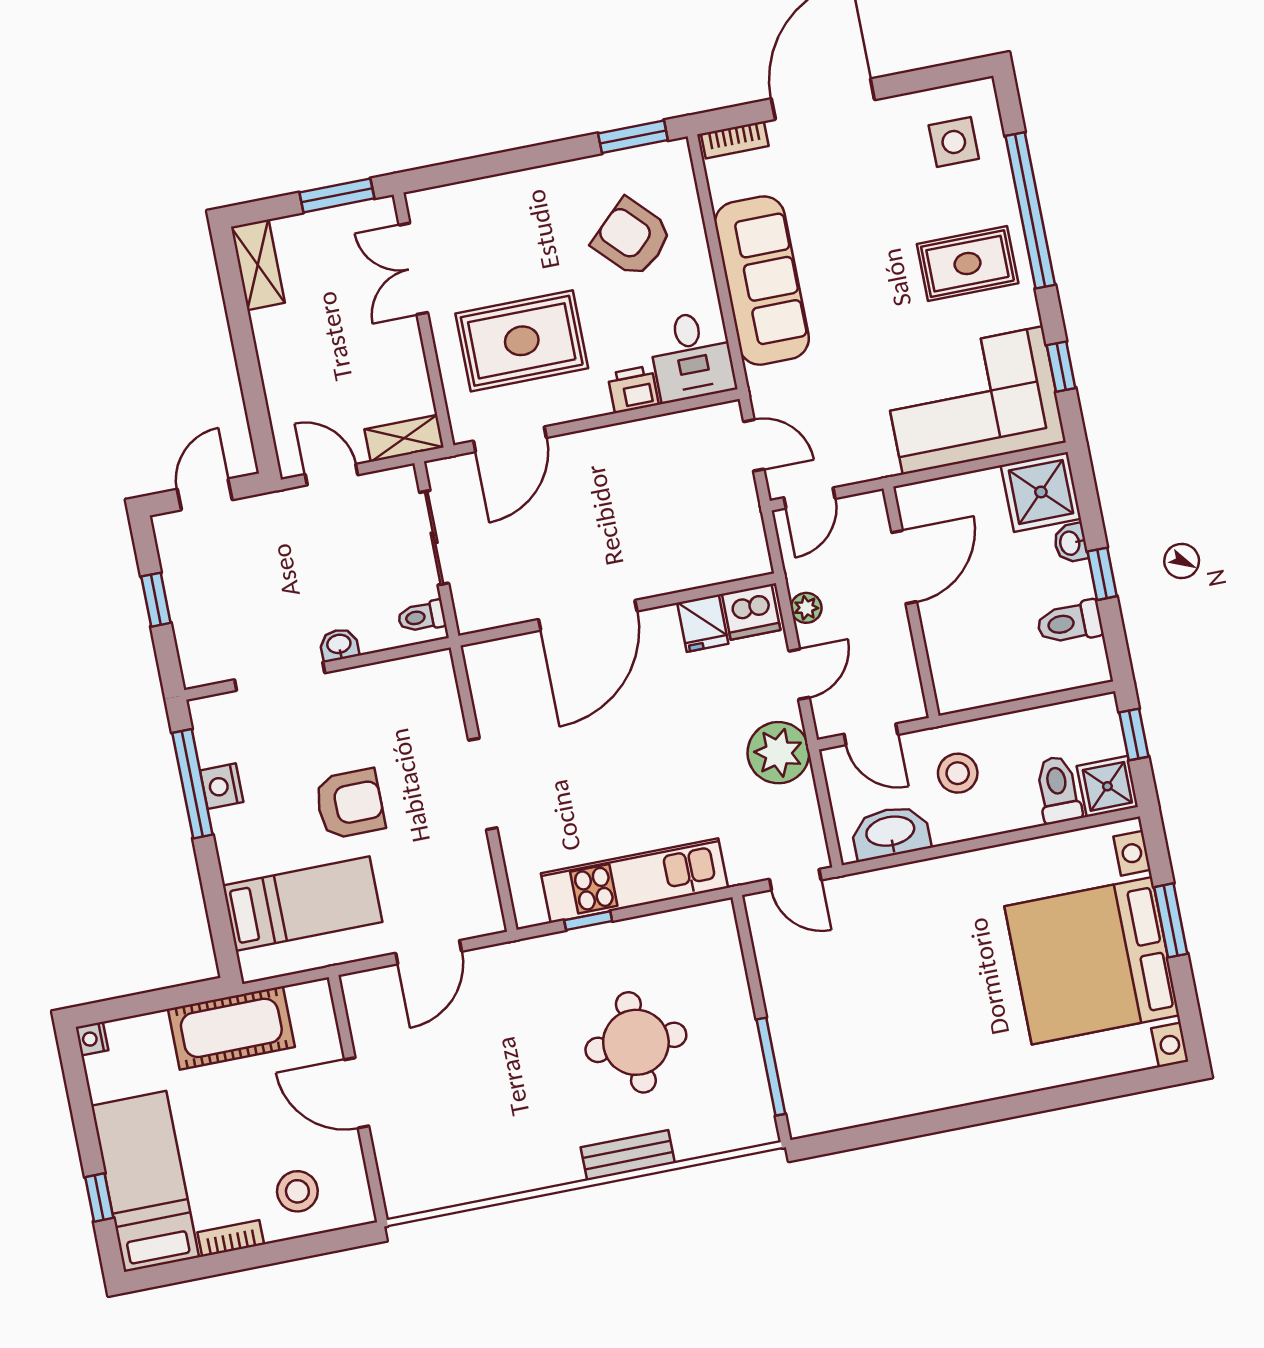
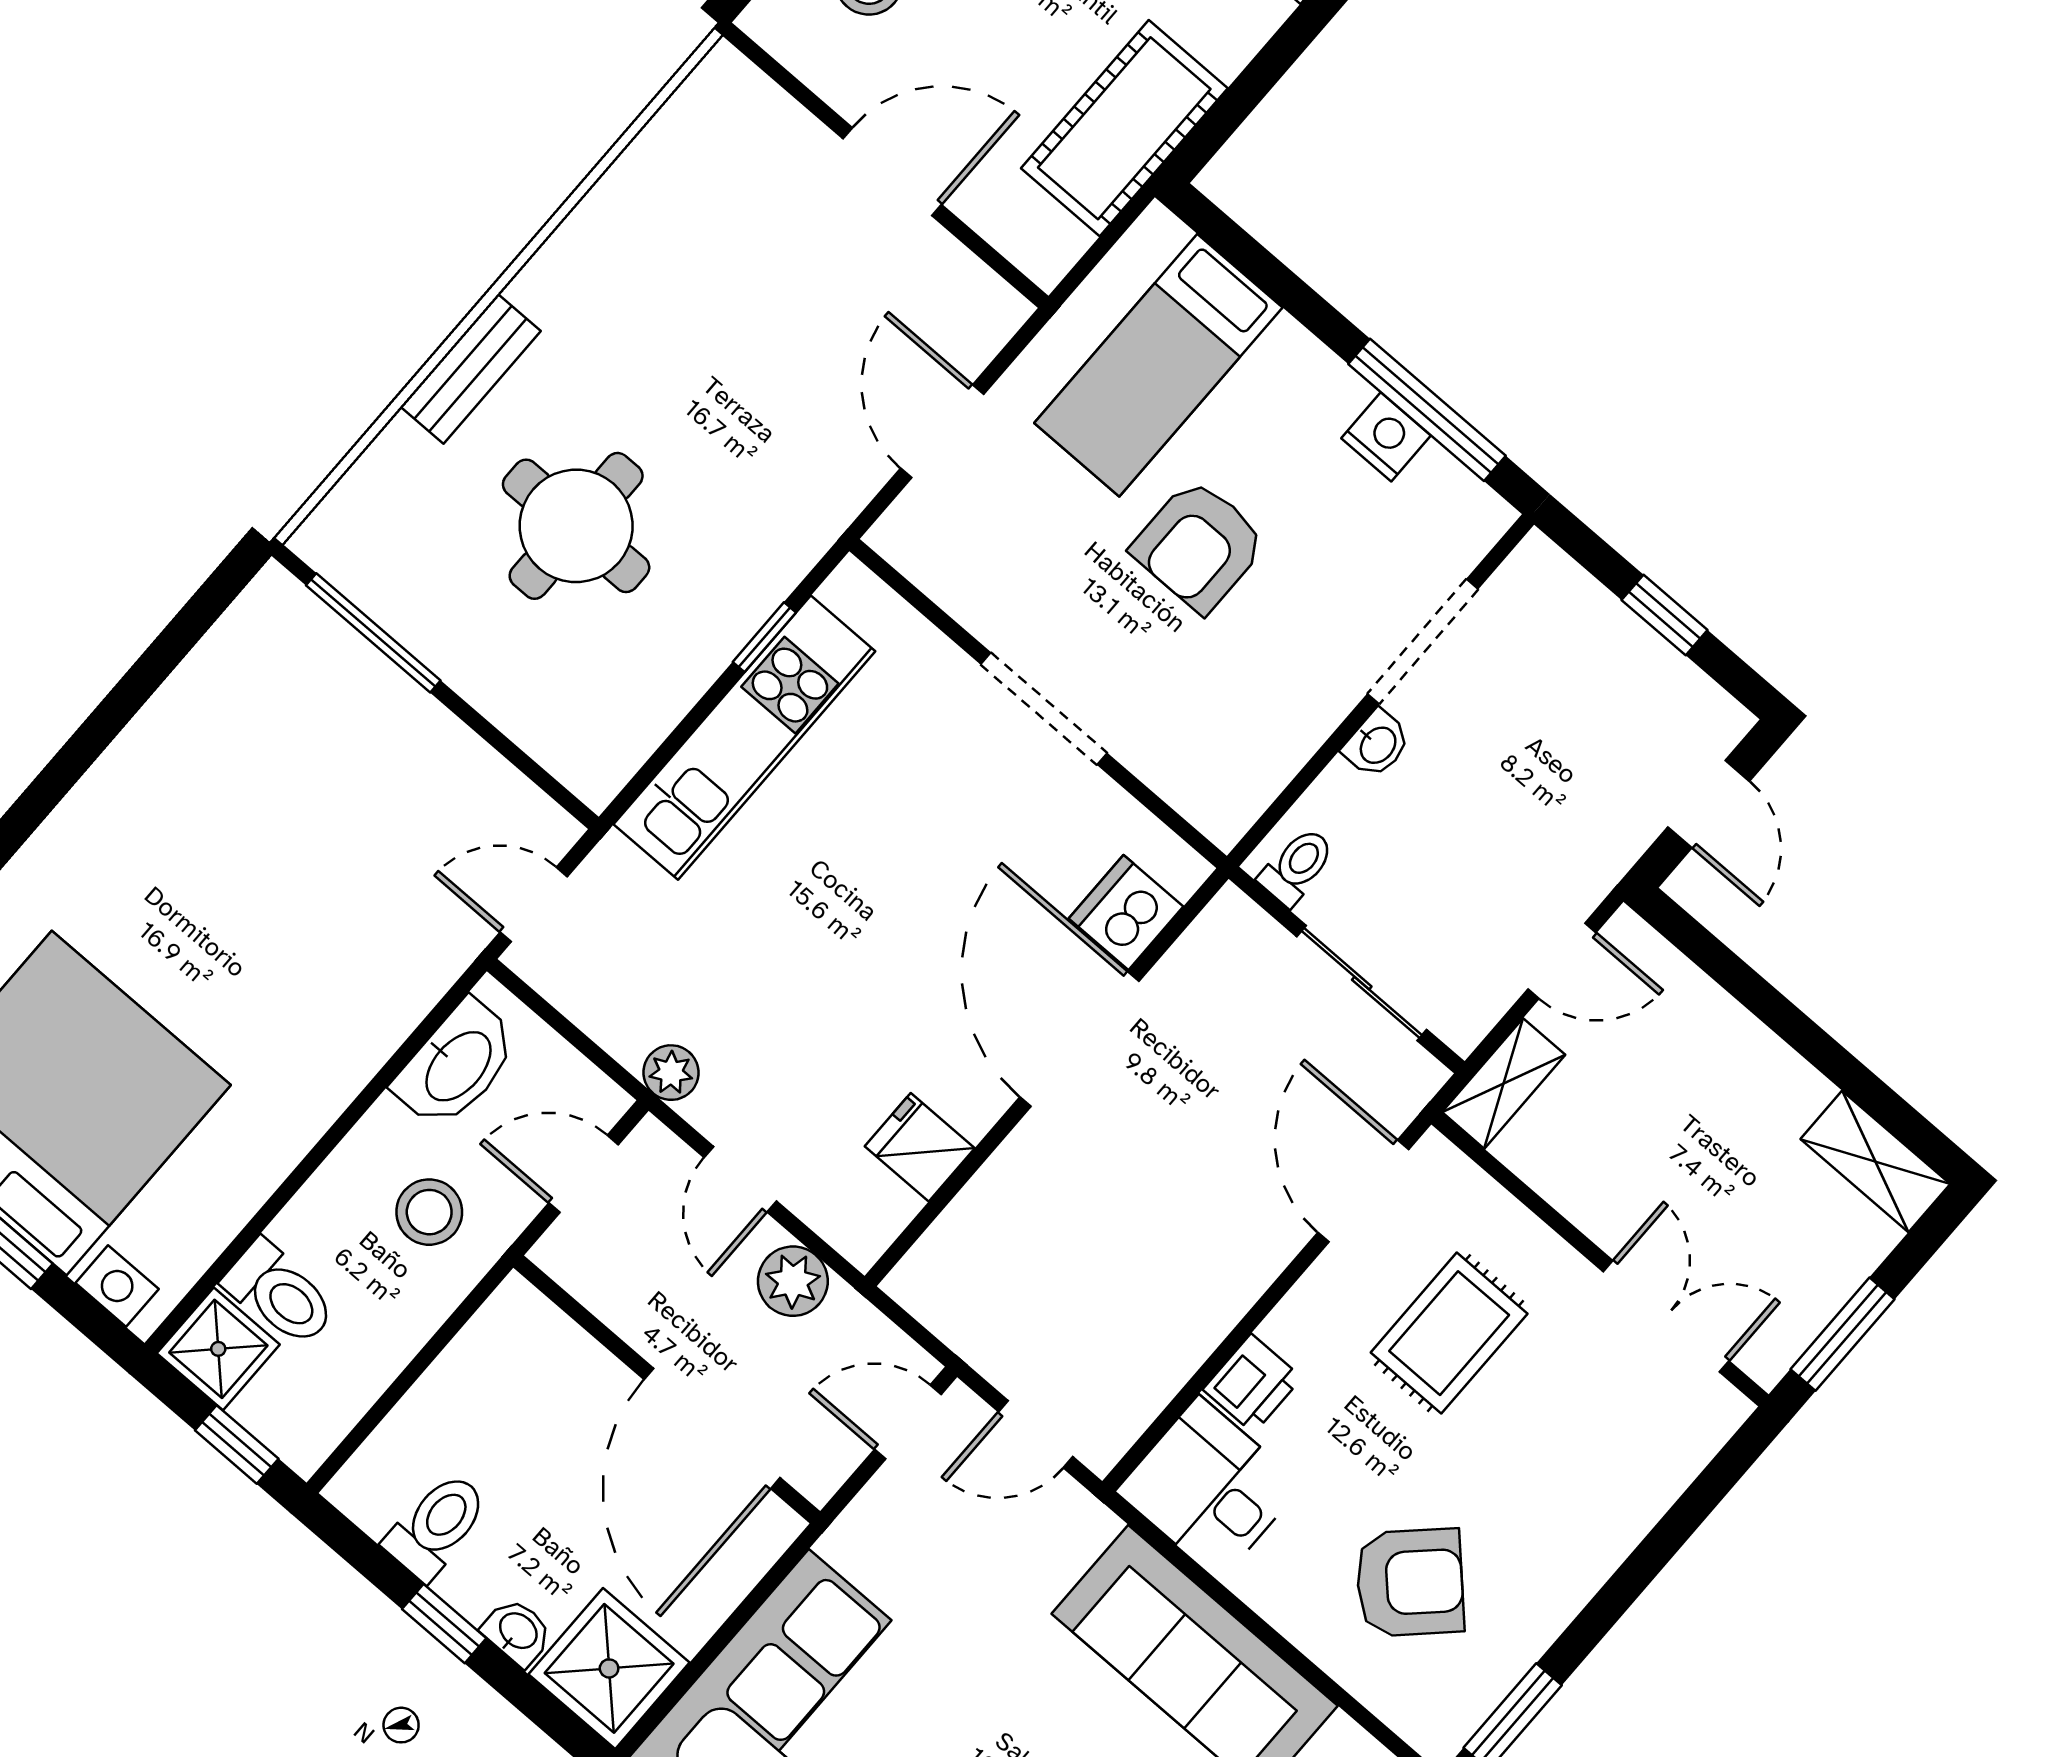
rug: (522, 341) -> (1449, 1333), width x0.73, depth x0.70
door: (809, 498) -> (908, 1422), hinge flipped
door: (904, 567) -> (712, 1428), width x1.36
plant: (806, 608) -> (793, 1281), width x1.38, depth x1.38
dishwasher: (751, 612) -> (1126, 912), moved
plant: (778, 753) -> (671, 1073), width x0.53, depth x0.53

